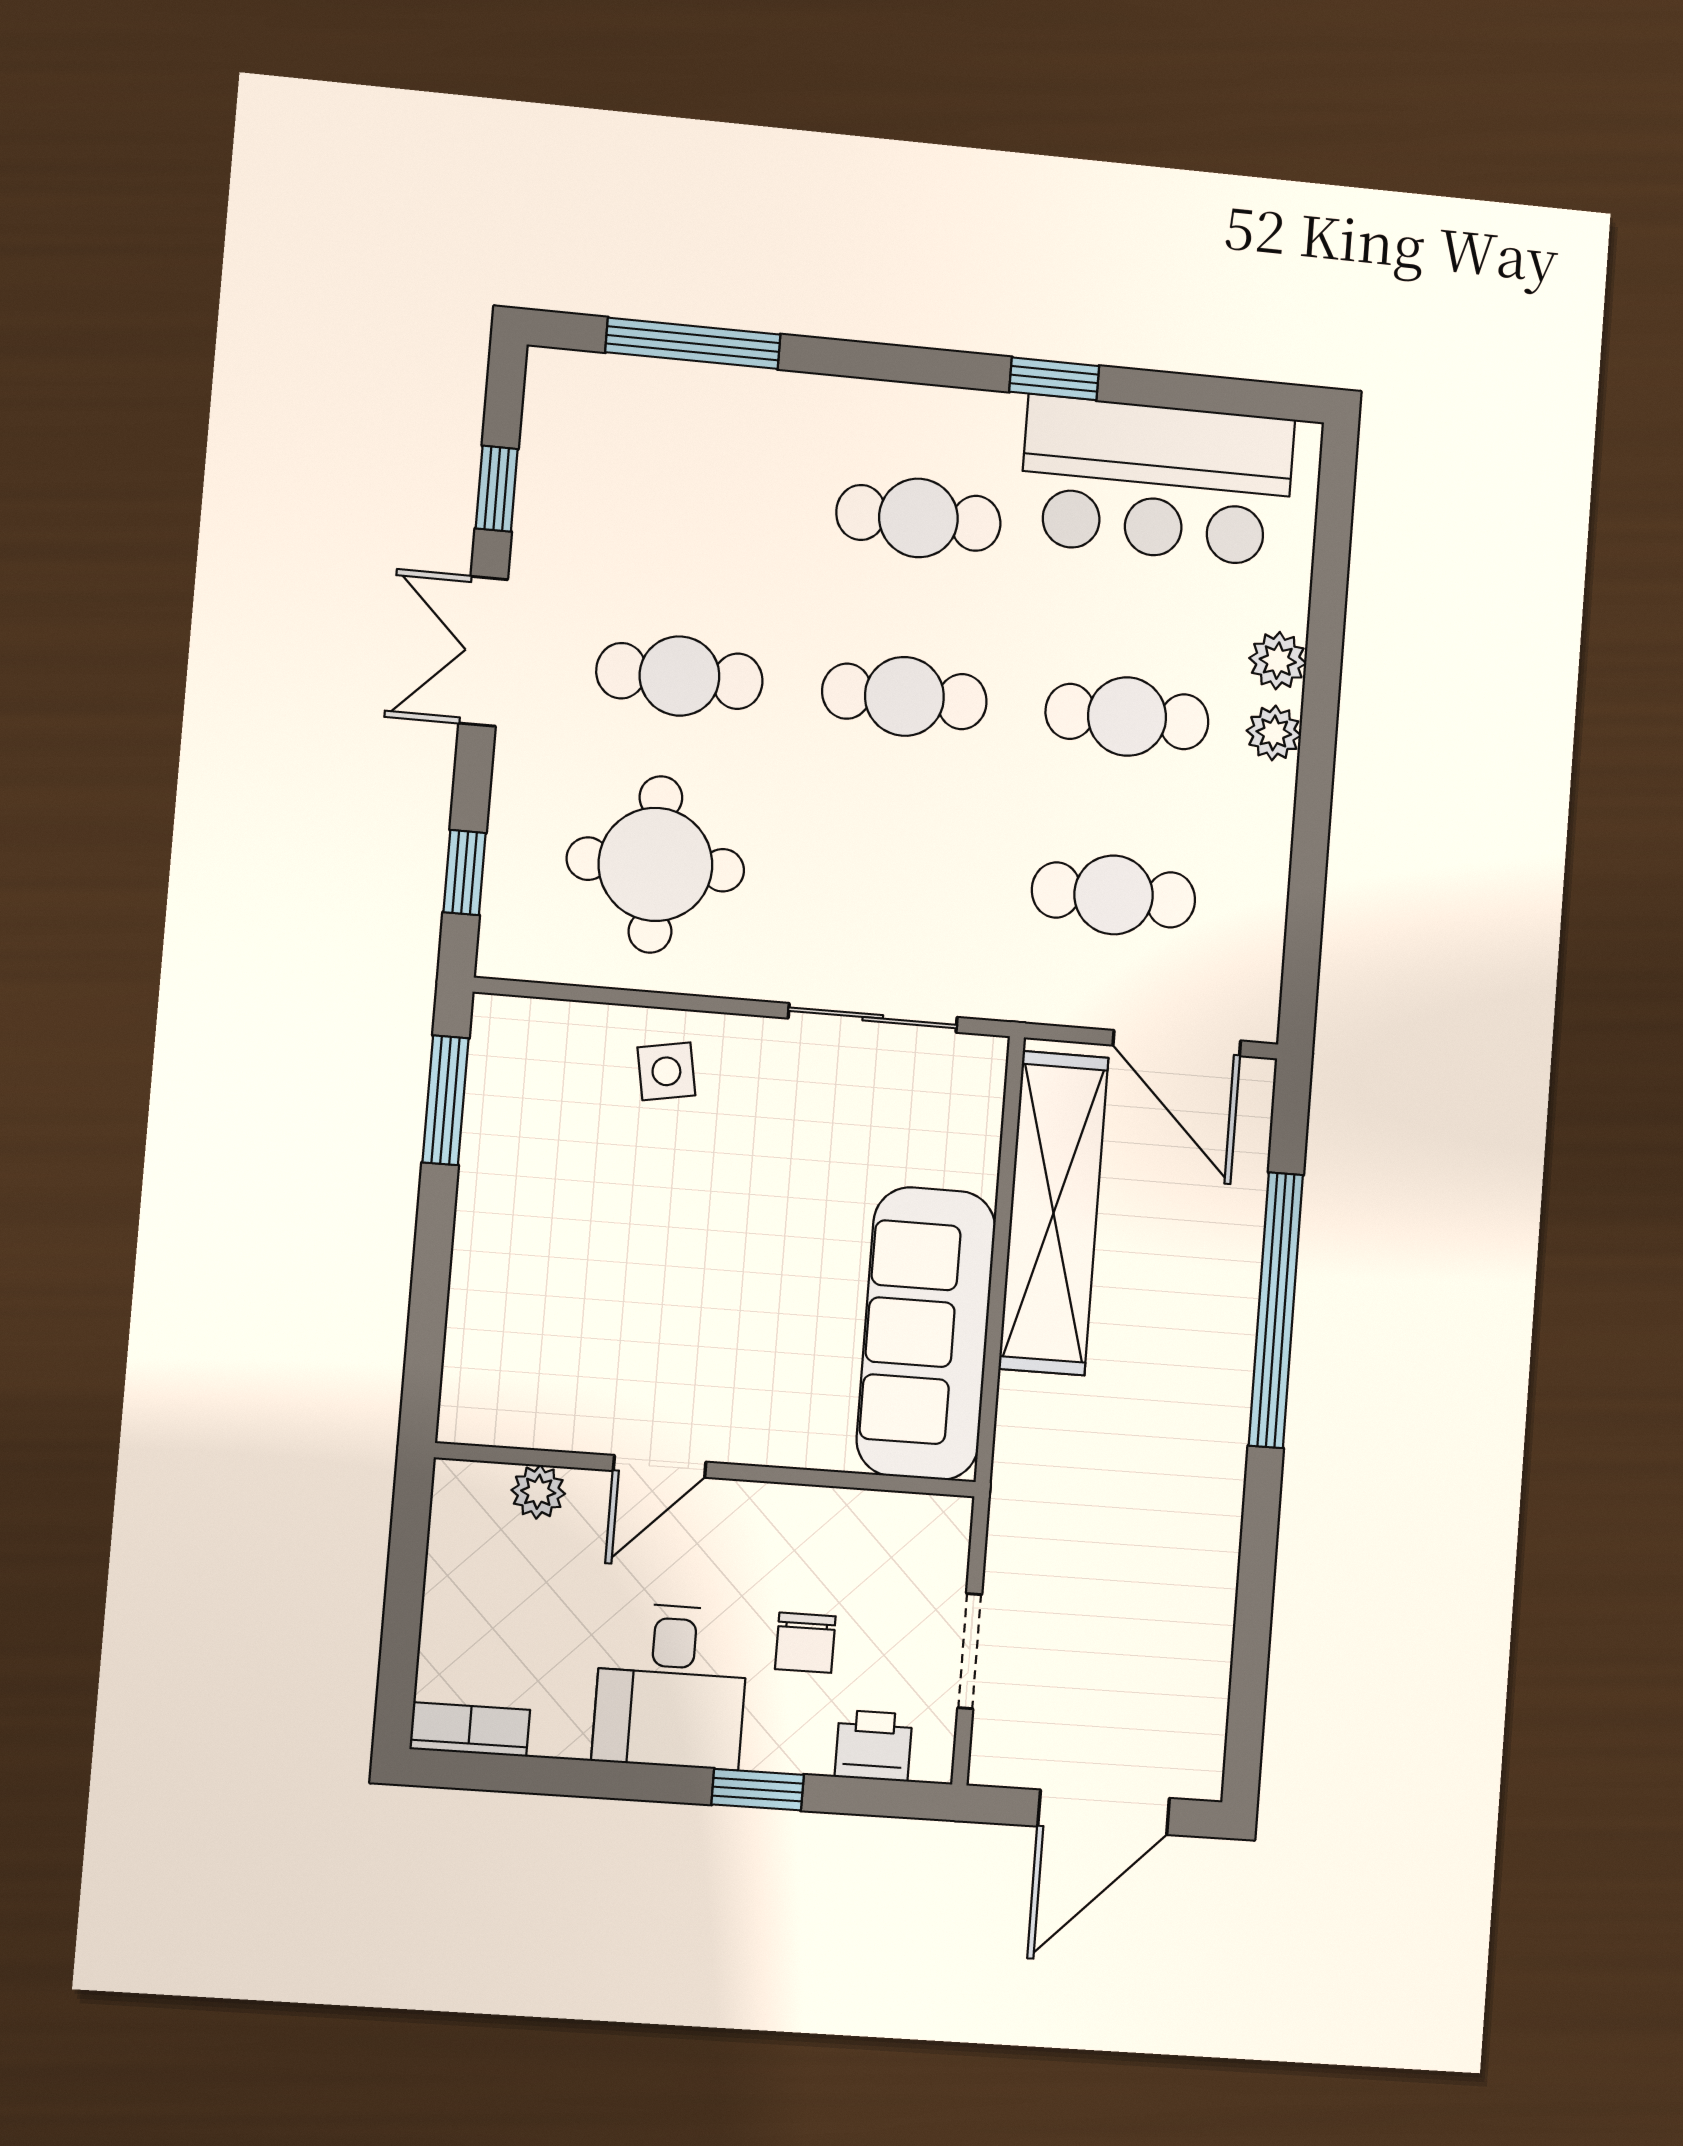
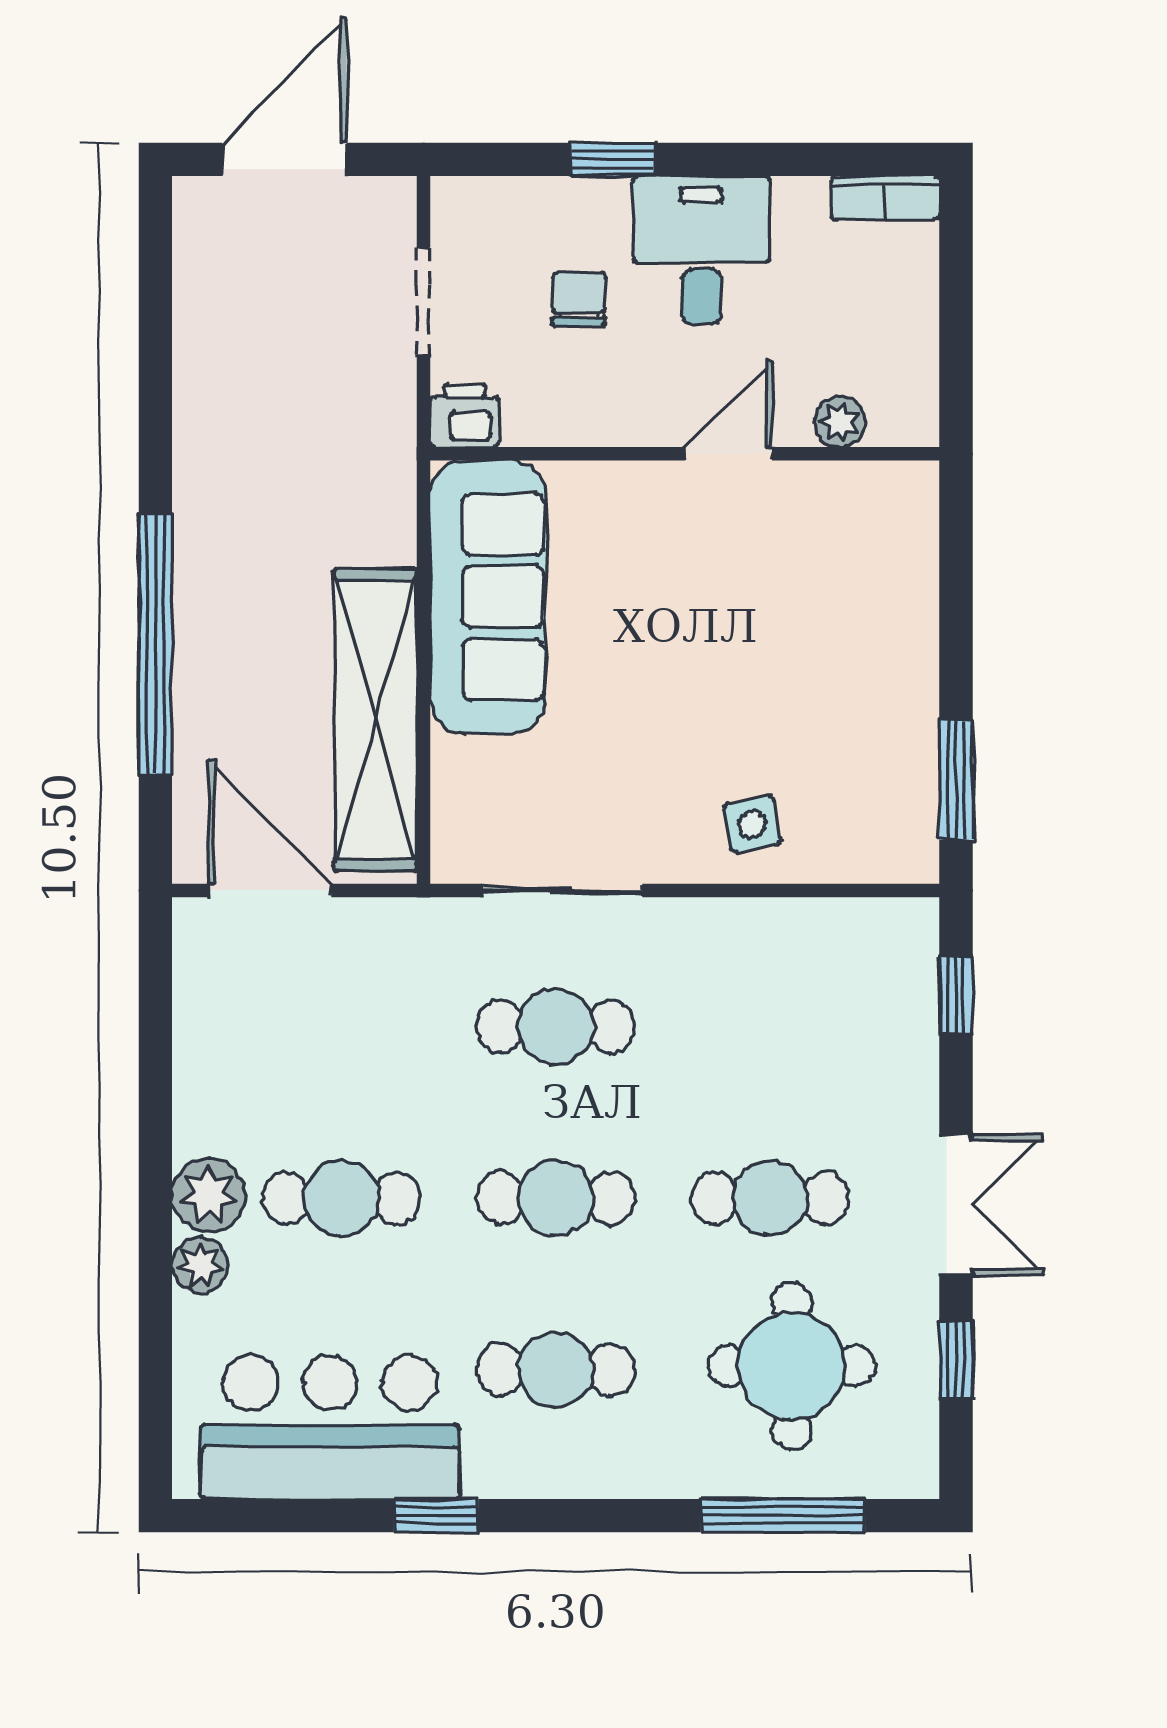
plant: (1274, 733) -> (209, 1195), width x1.38, depth x1.38
round table: (655, 864) -> (792, 1366), moved
cafe table: (1113, 895) -> (556, 1027), moved
printer: (874, 1746) -> (465, 416), moved, turned 180

